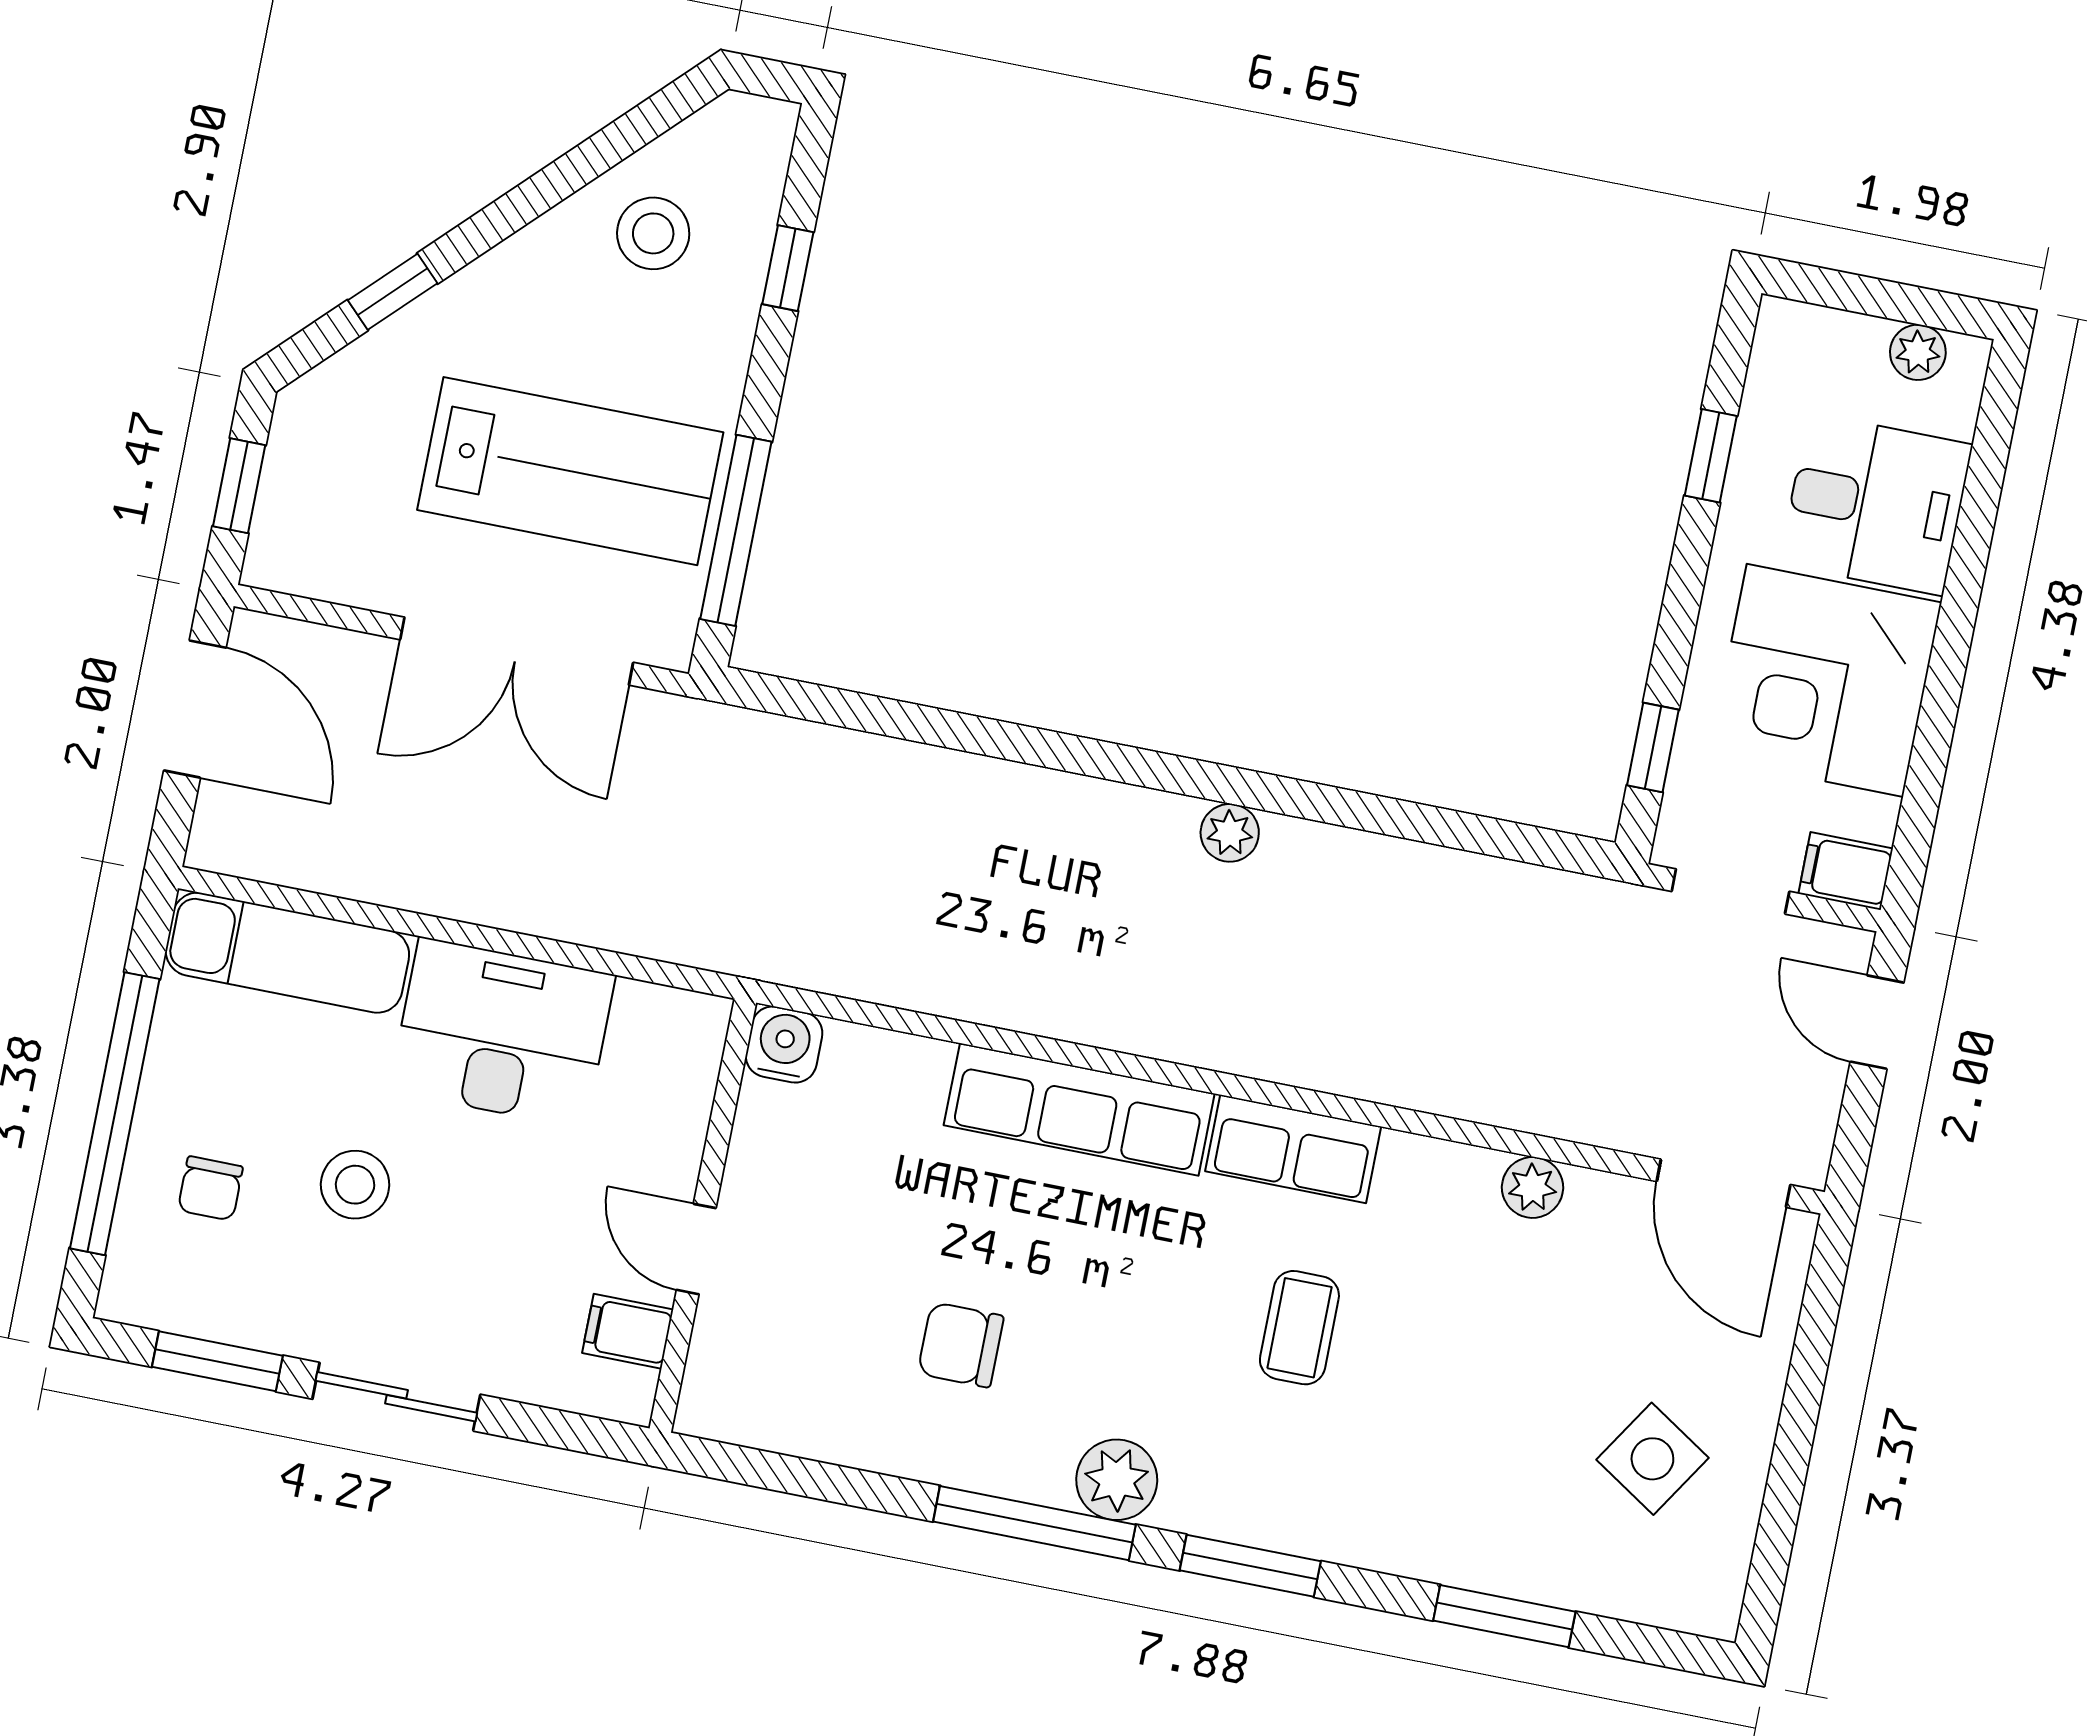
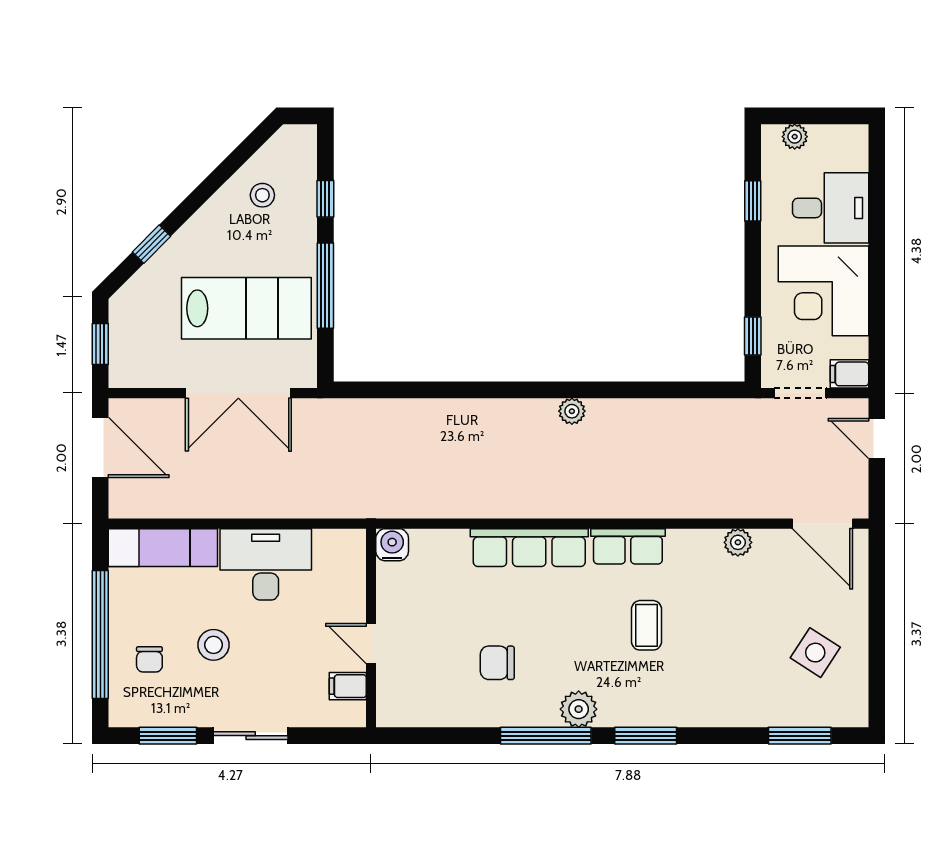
stool: (653, 233) -> (262, 195), width x0.73, depth x0.73
plant: (1918, 352) -> (795, 137), moved
window: (736, 530) -> (325, 286), moved
window: (1504, 1616) -> (800, 736), moved

